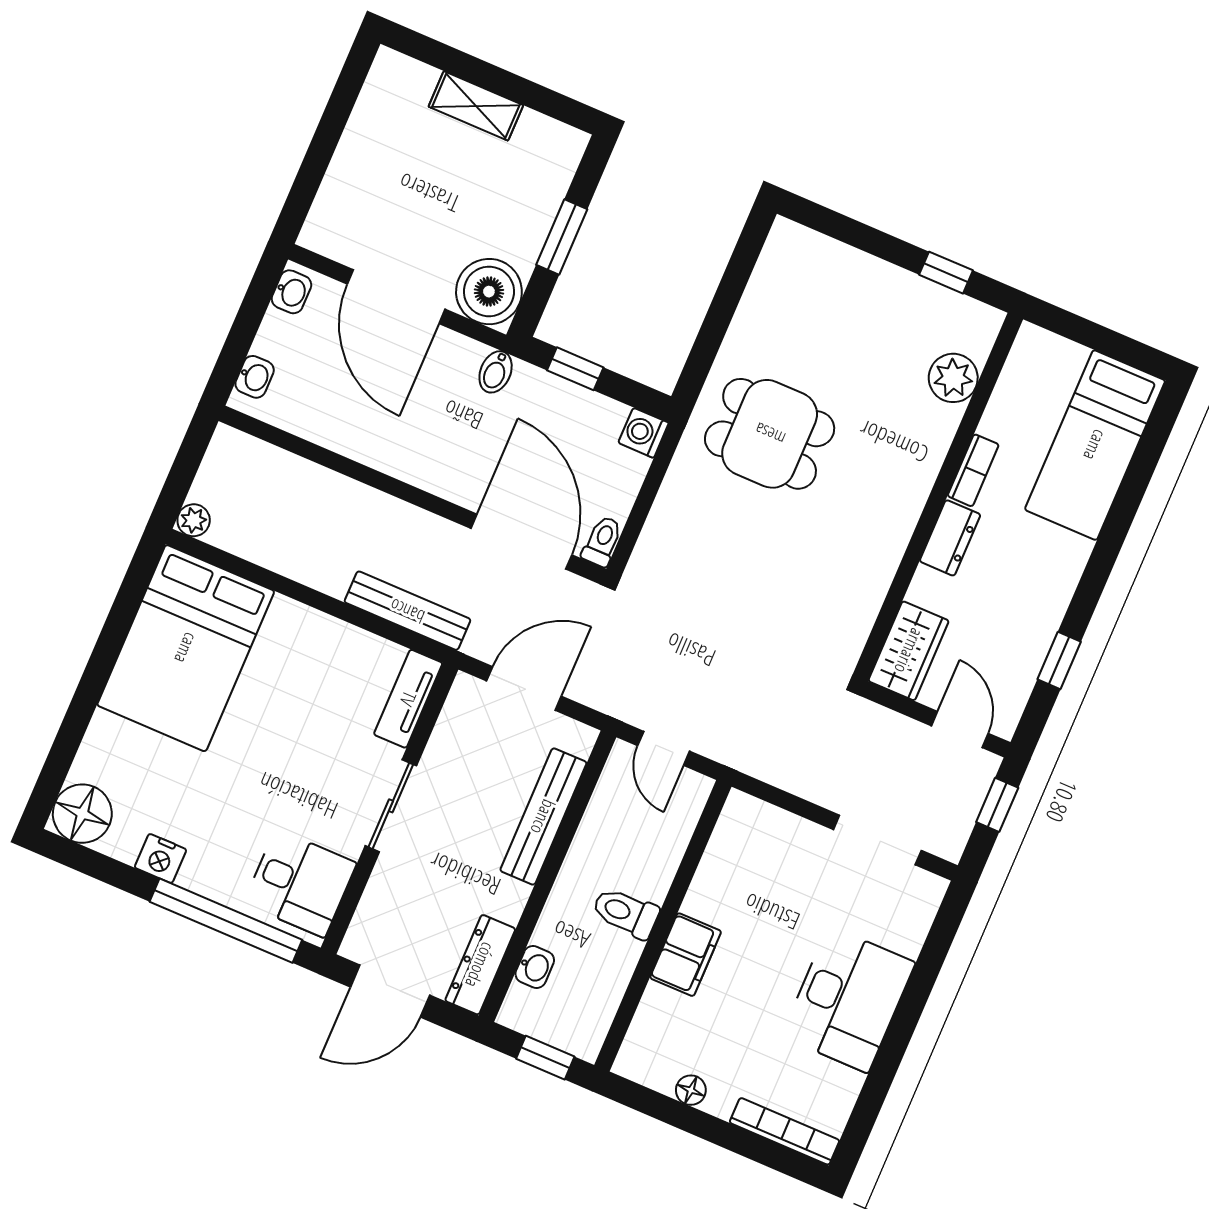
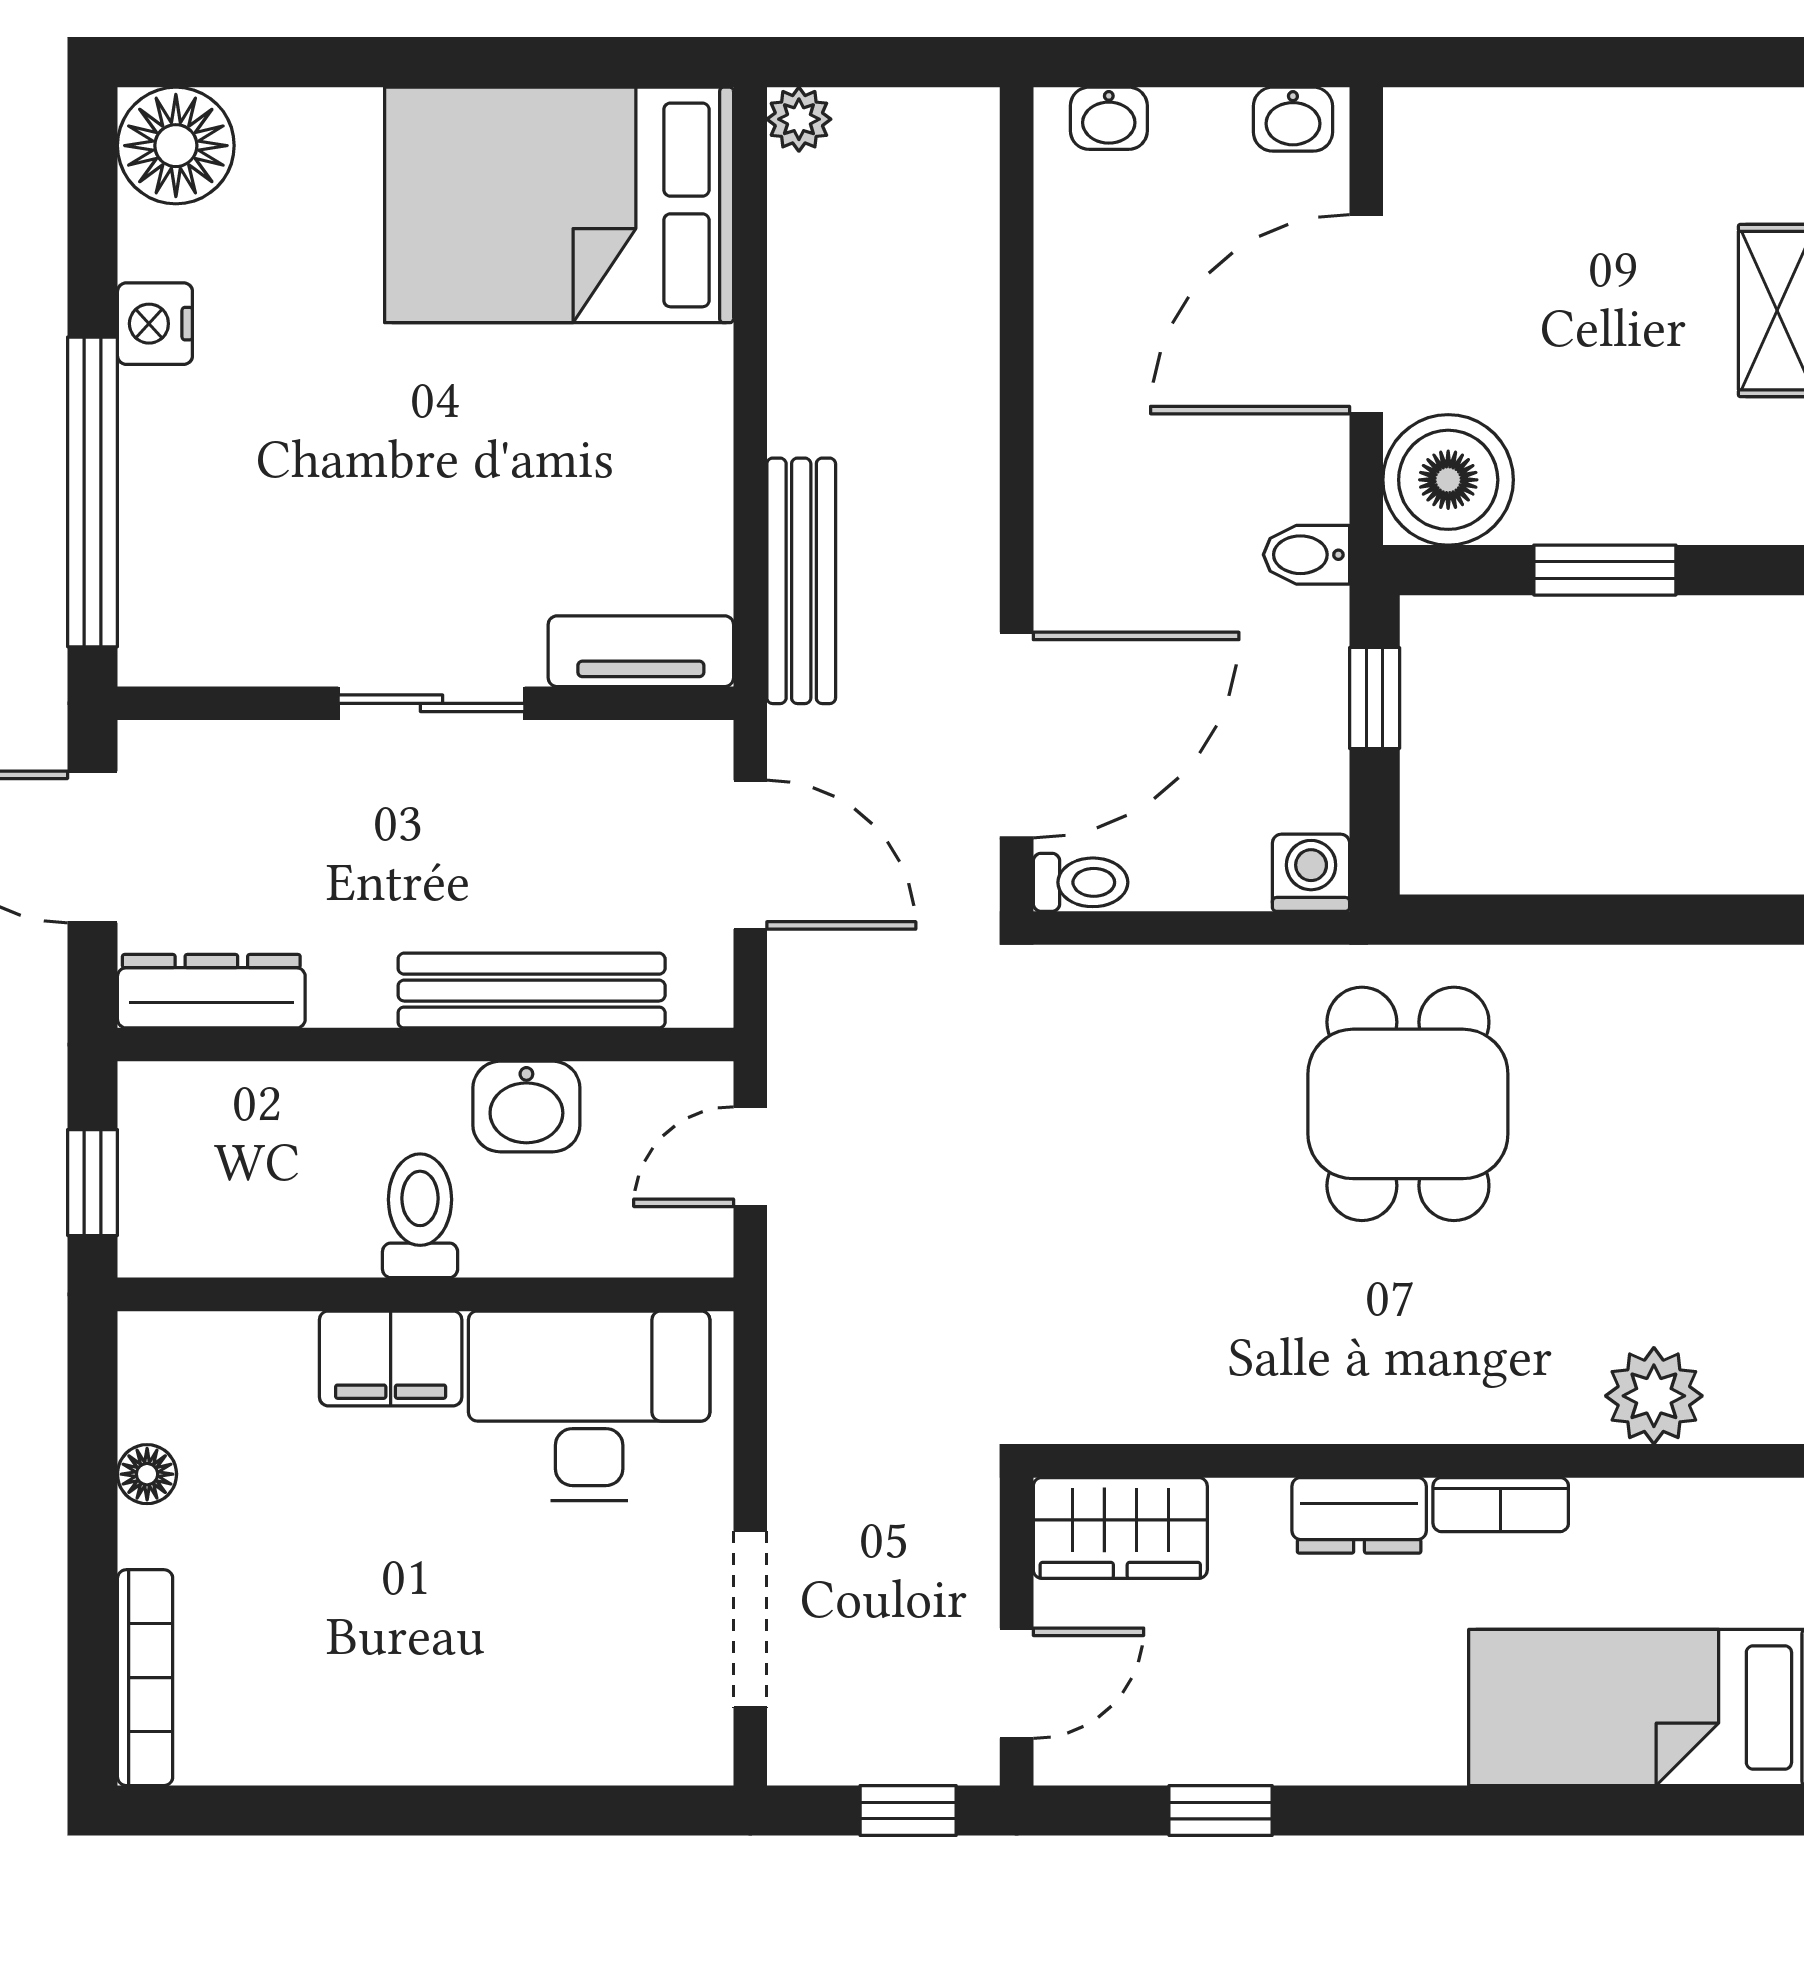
desk: (300, 883) -> (219, 598), removed
washbasin: (535, 967) -> (526, 1107), moved, width x1.38, depth x1.45
desk: (848, 999) -> (589, 1406), moved, turned 180

